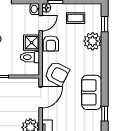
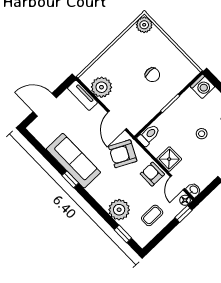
toilet: (30, 57) -> (149, 135), moved
sofa: (92, 92) -> (73, 161), width x1.36
window: (105, 114) -> (70, 179), moved

